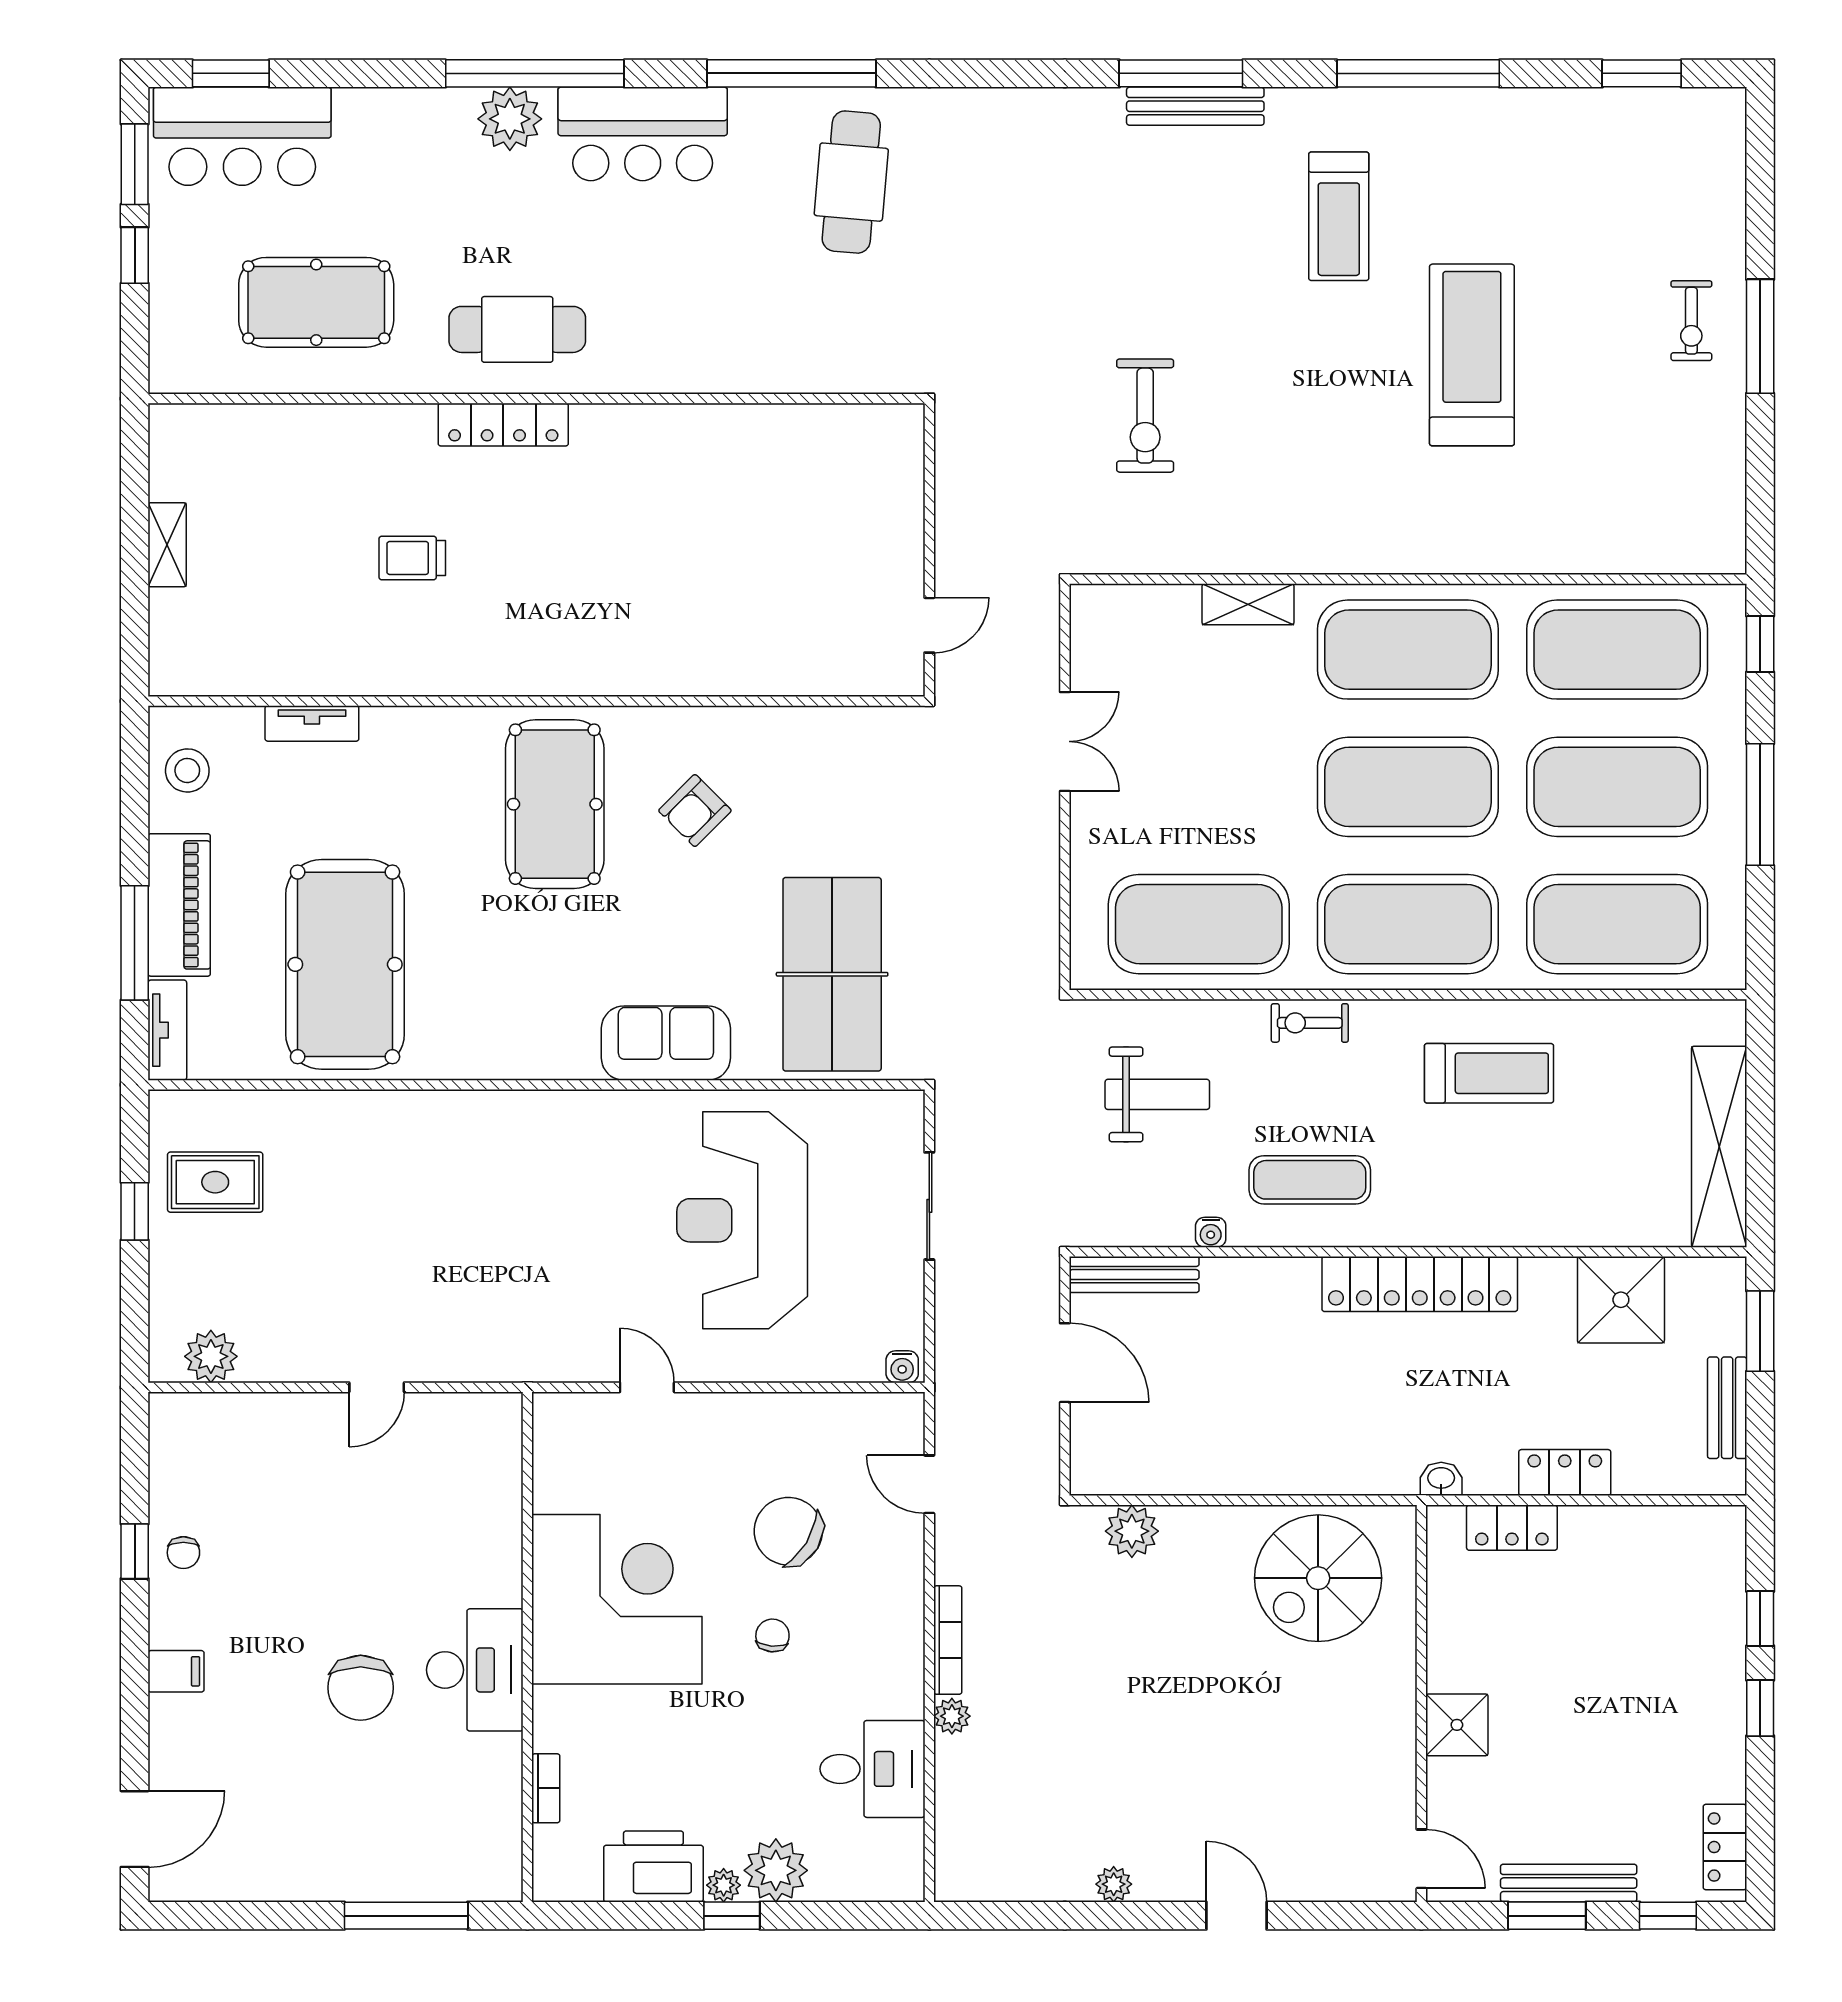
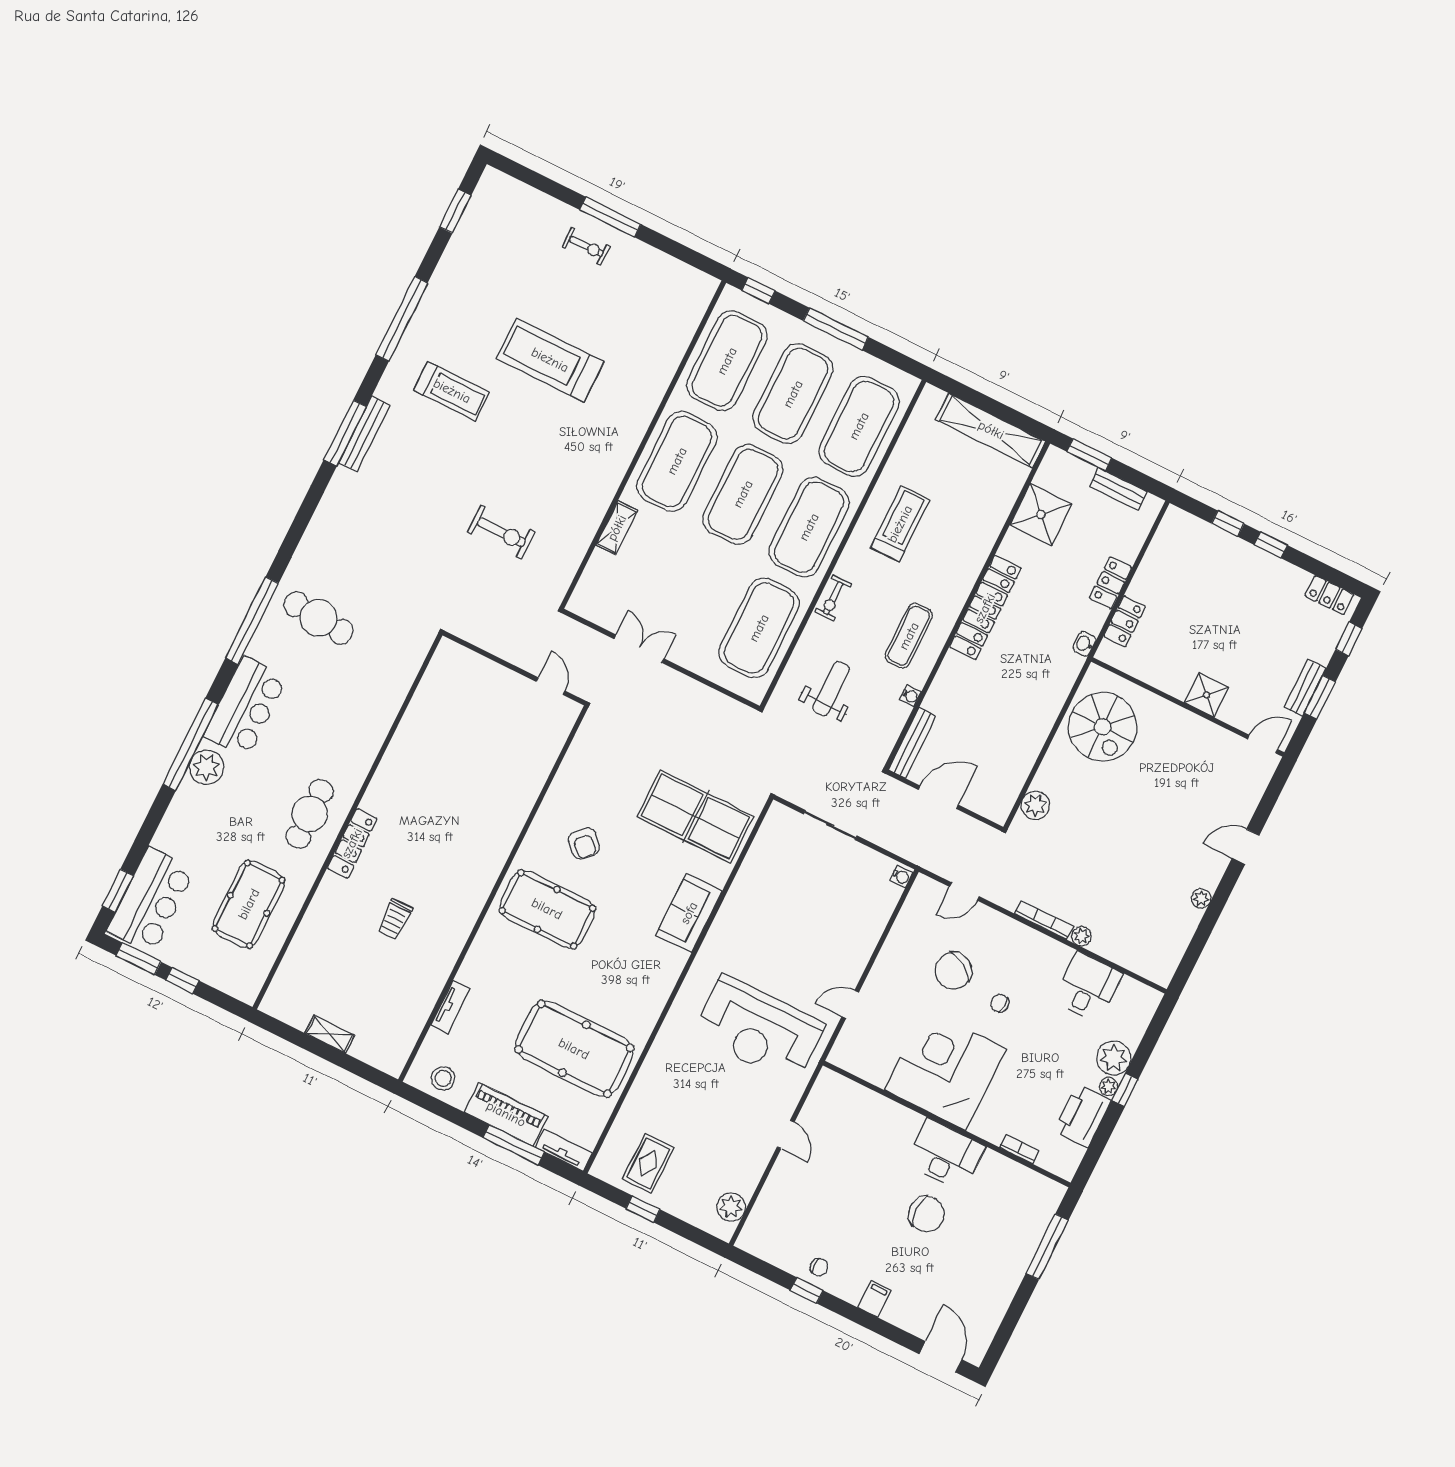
reception desk: (742, 1220) -> (759, 1029), moved
bench: (1569, 1883) -> (1305, 688), width x0.73

